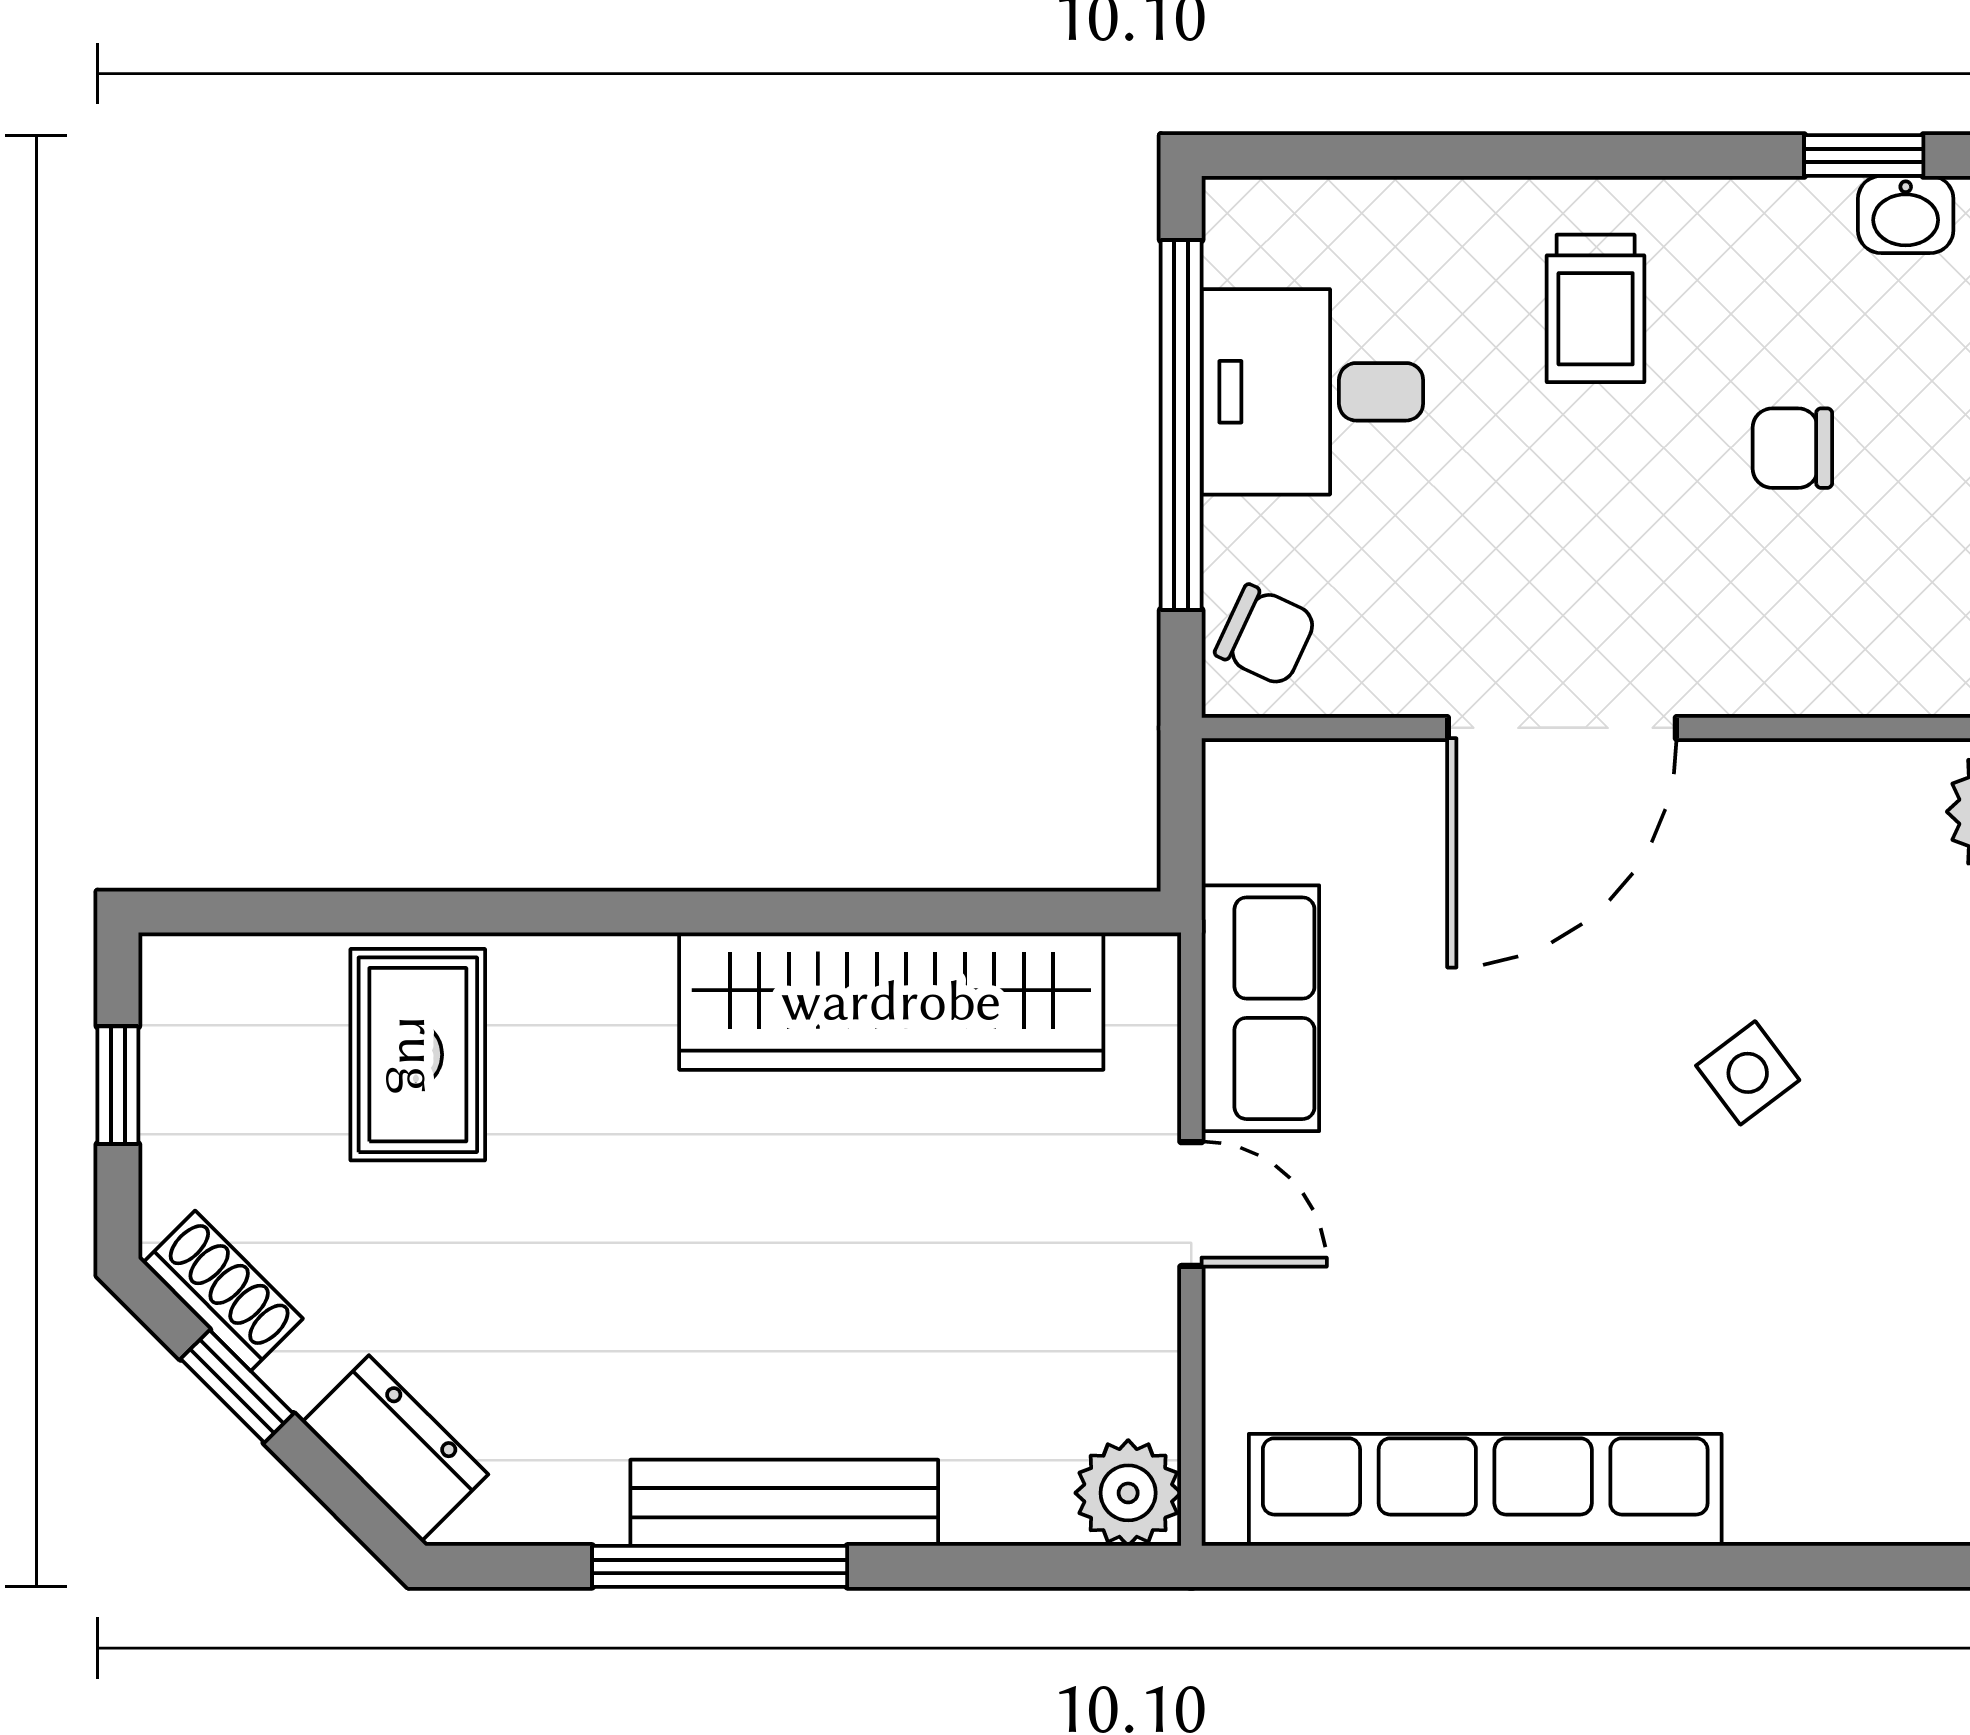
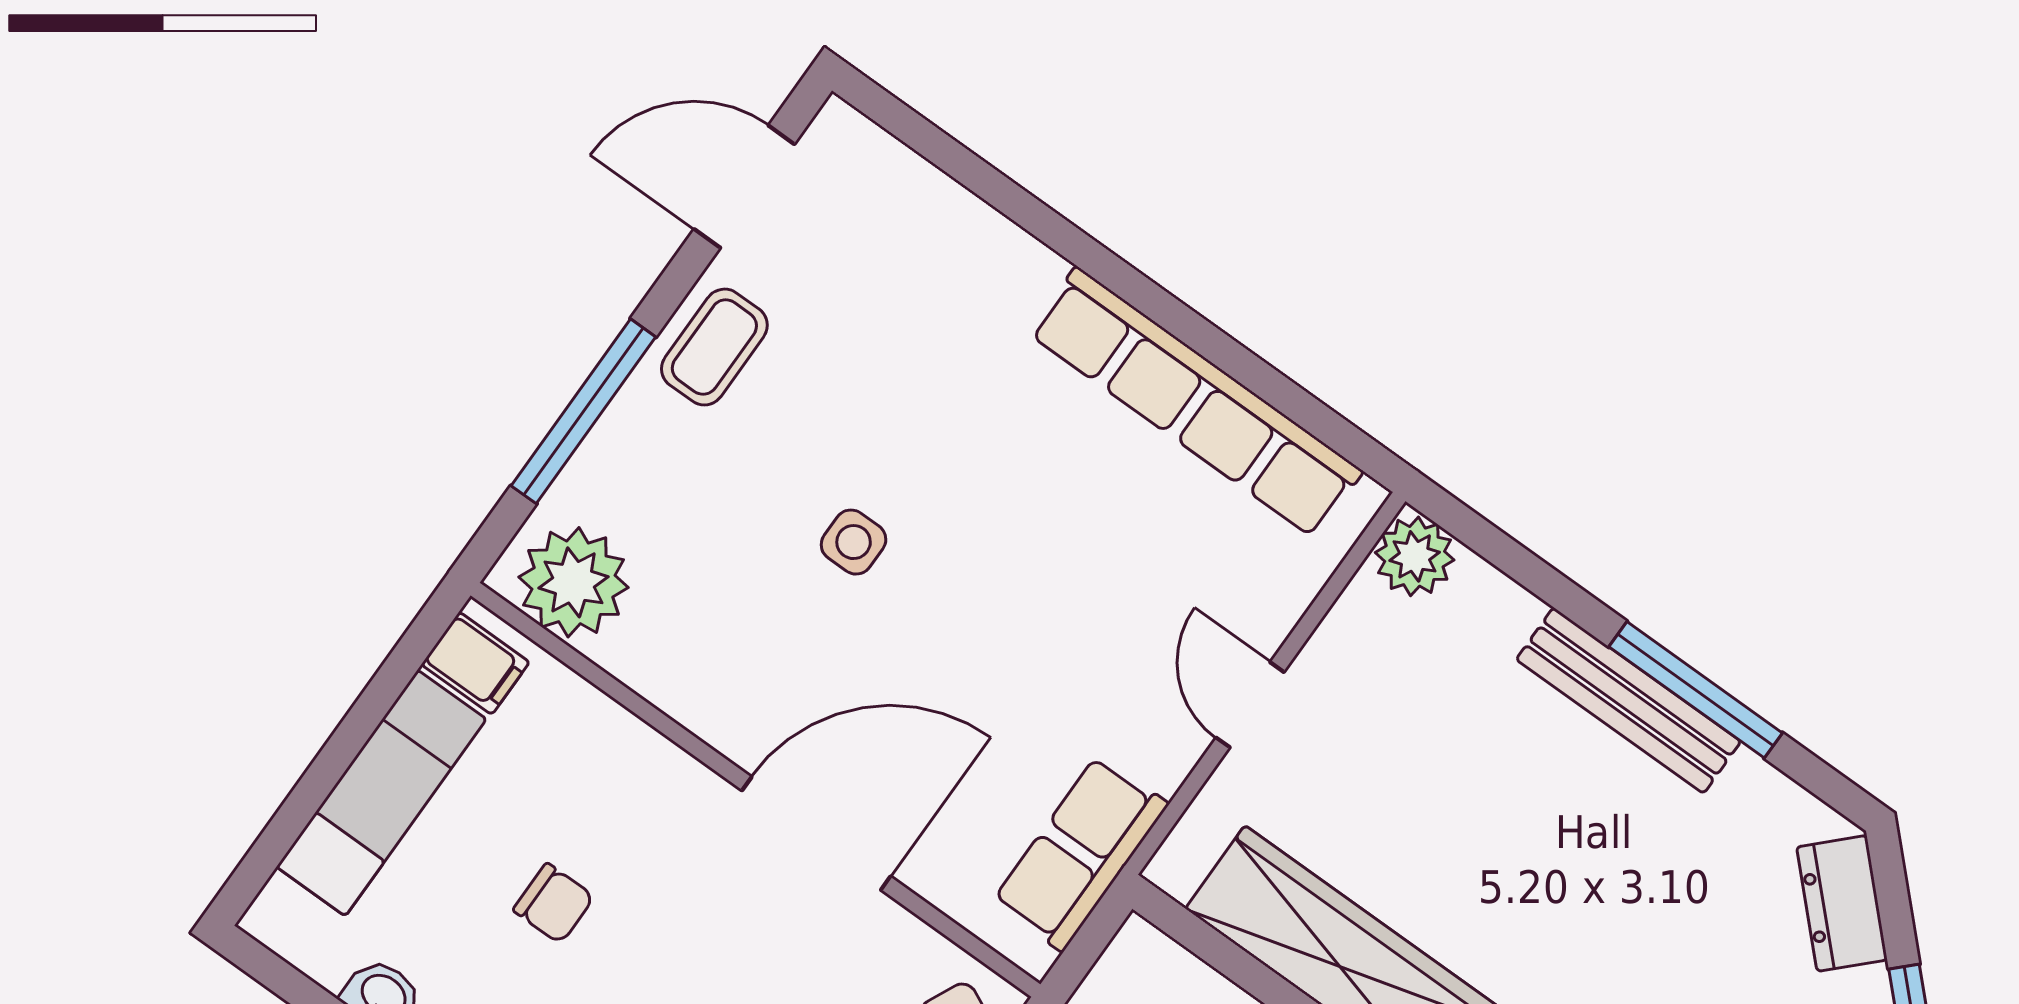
row of seats: (1260, 1008) -> (1080, 853), moved
side table: (1748, 1073) -> (854, 542), turned 37

